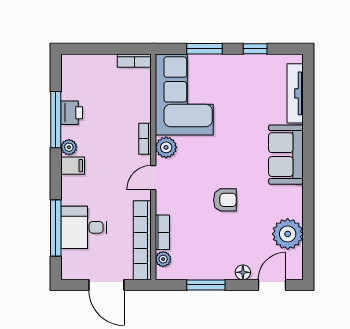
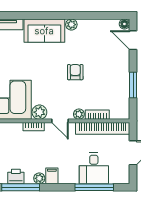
plant: (288, 234) -> (71, 25), moved, width x0.53, depth x0.53
plant: (163, 259) -> (79, 114), moved
floor lamp: (243, 272) -> (124, 24), moved

